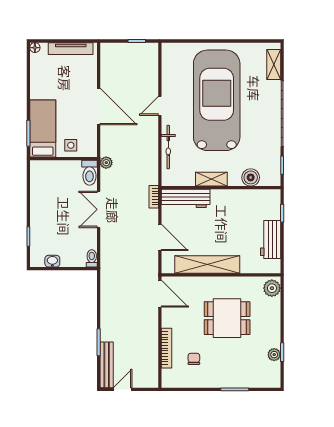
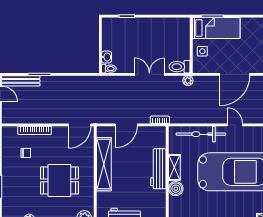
bicycle: (168, 147) -> (201, 134), width x1.37, depth x1.40
boiler: (251, 177) -> (176, 189), moved
workbench: (186, 198) -> (158, 169), moved
washbasin: (52, 261) -> (106, 57), moved
dining table: (227, 318) -> (59, 180), turned 90

